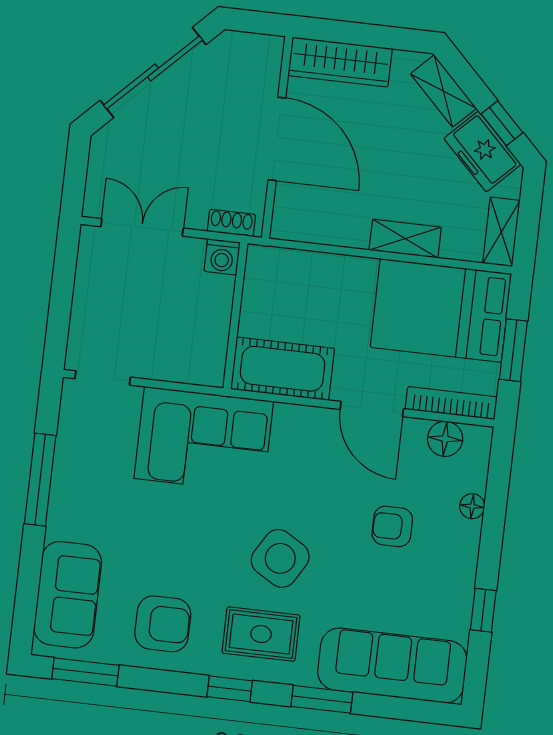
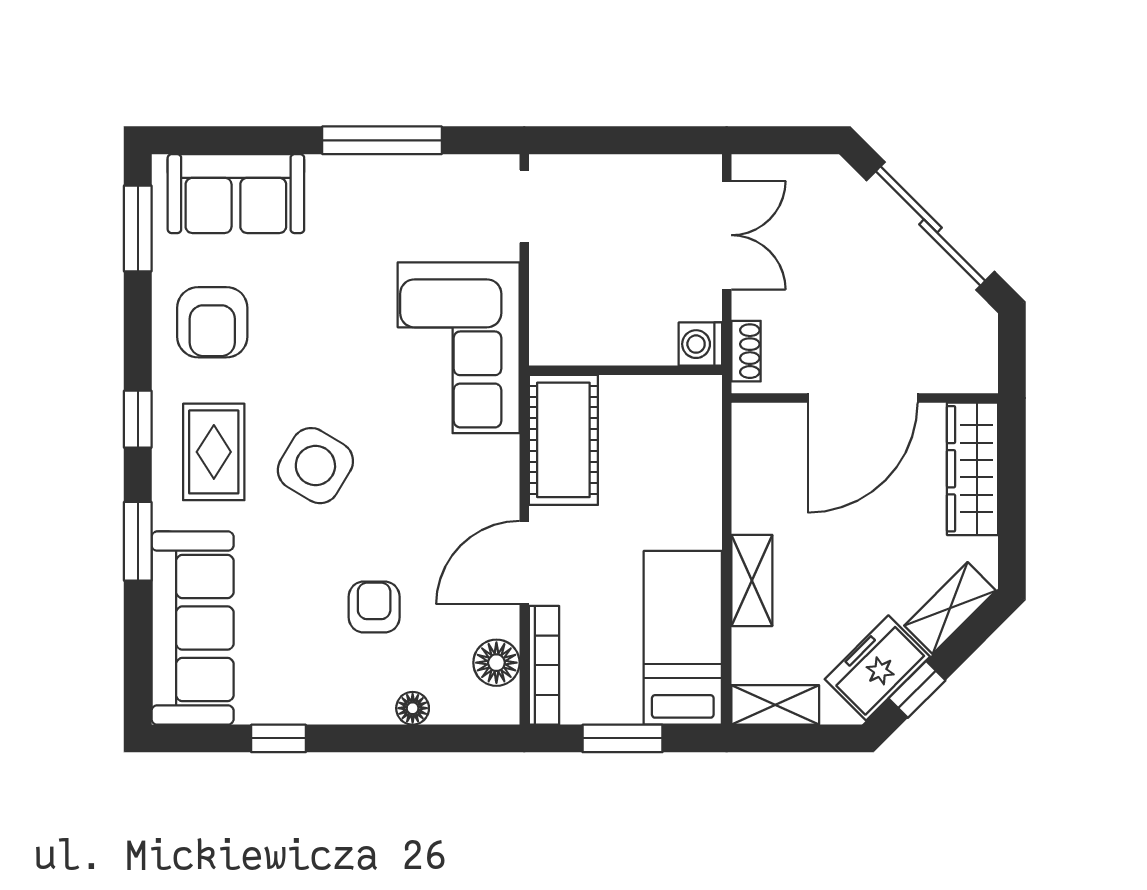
bed: (441, 311) -> (683, 638), width x0.67

